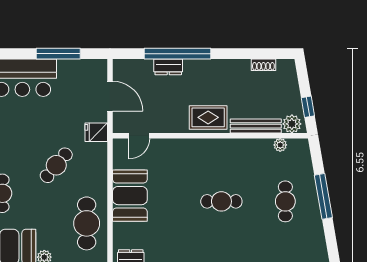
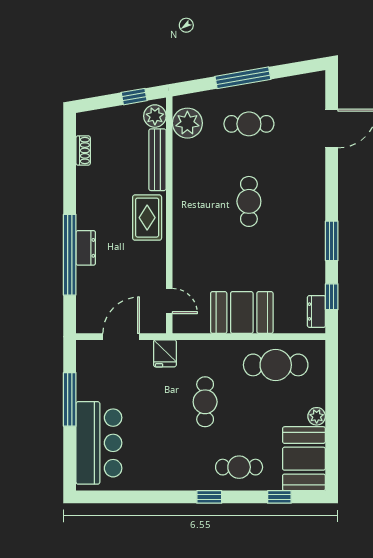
dresser: (168, 67) -> (86, 248), moved
plant: (280, 145) -> (187, 123), width x1.87, depth x1.87
cafe table: (56, 165) -> (205, 402), turned 50

